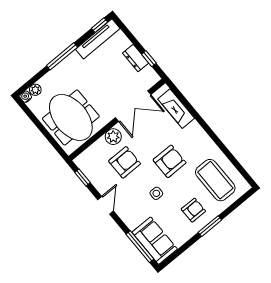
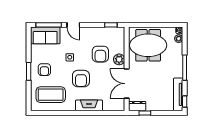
dresser: (136, 58) -> (137, 106), moved
fireplace: (176, 109) -> (89, 105), moved
door: (106, 205) -> (73, 25), moved

